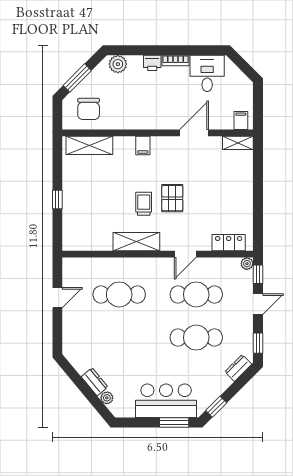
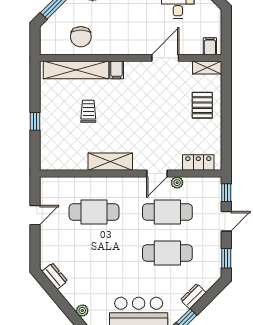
chair: (89, 109) -> (81, 37), moved
shelving: (89, 145) -> (76, 70), width x1.47
pallet: (172, 198) -> (202, 105), moved
trolley: (144, 204) -> (88, 111), moved
plant: (247, 264) -> (177, 183), moved
dresser: (238, 368) -> (193, 296), moved
dresser: (95, 382) -> (55, 276), moved

